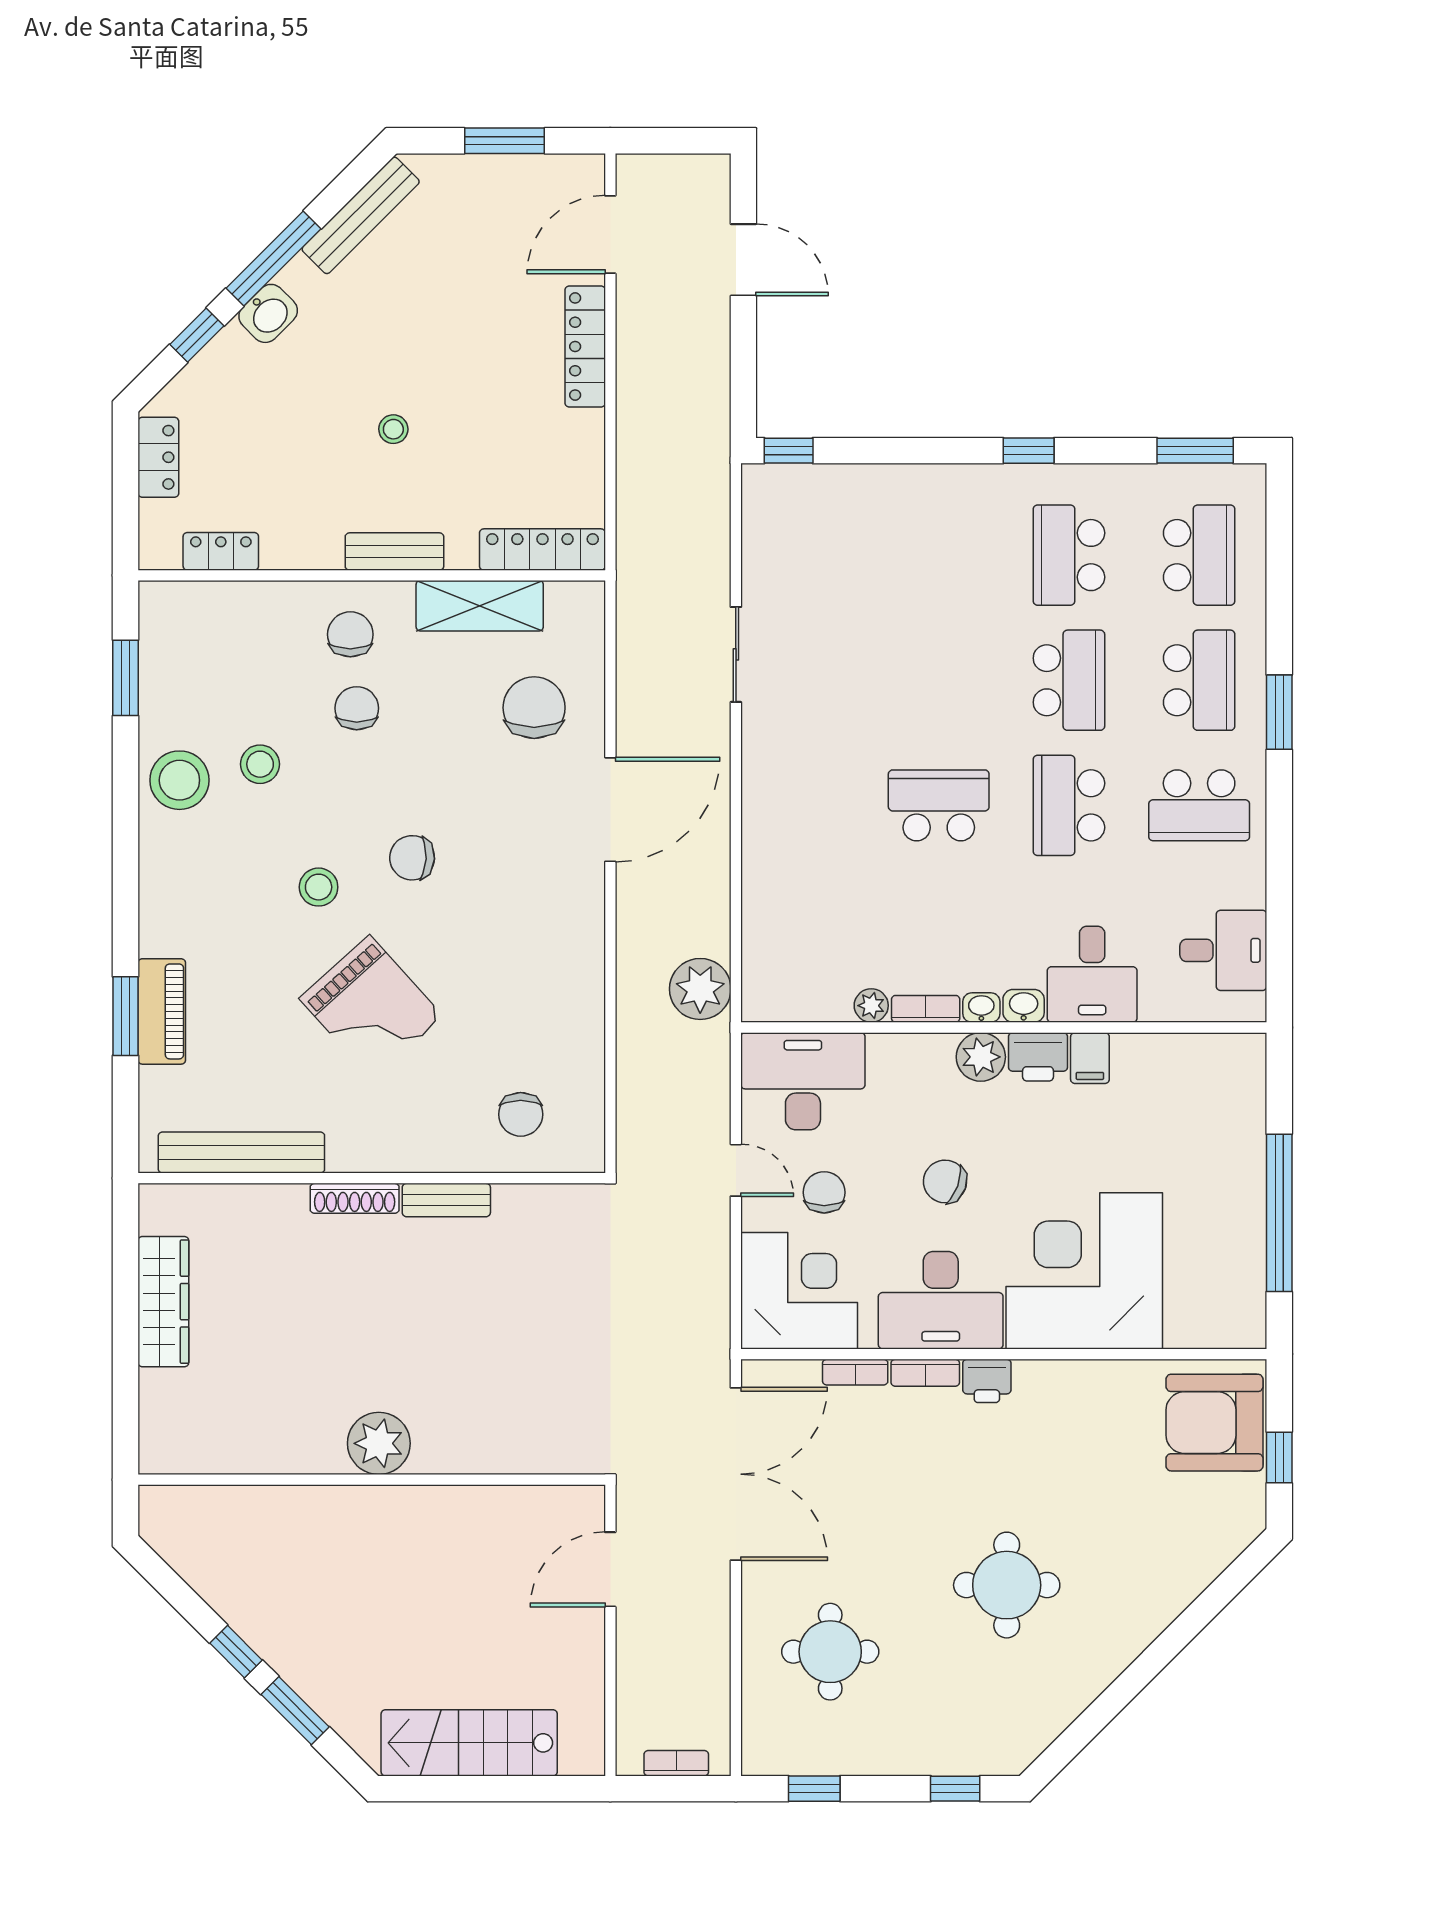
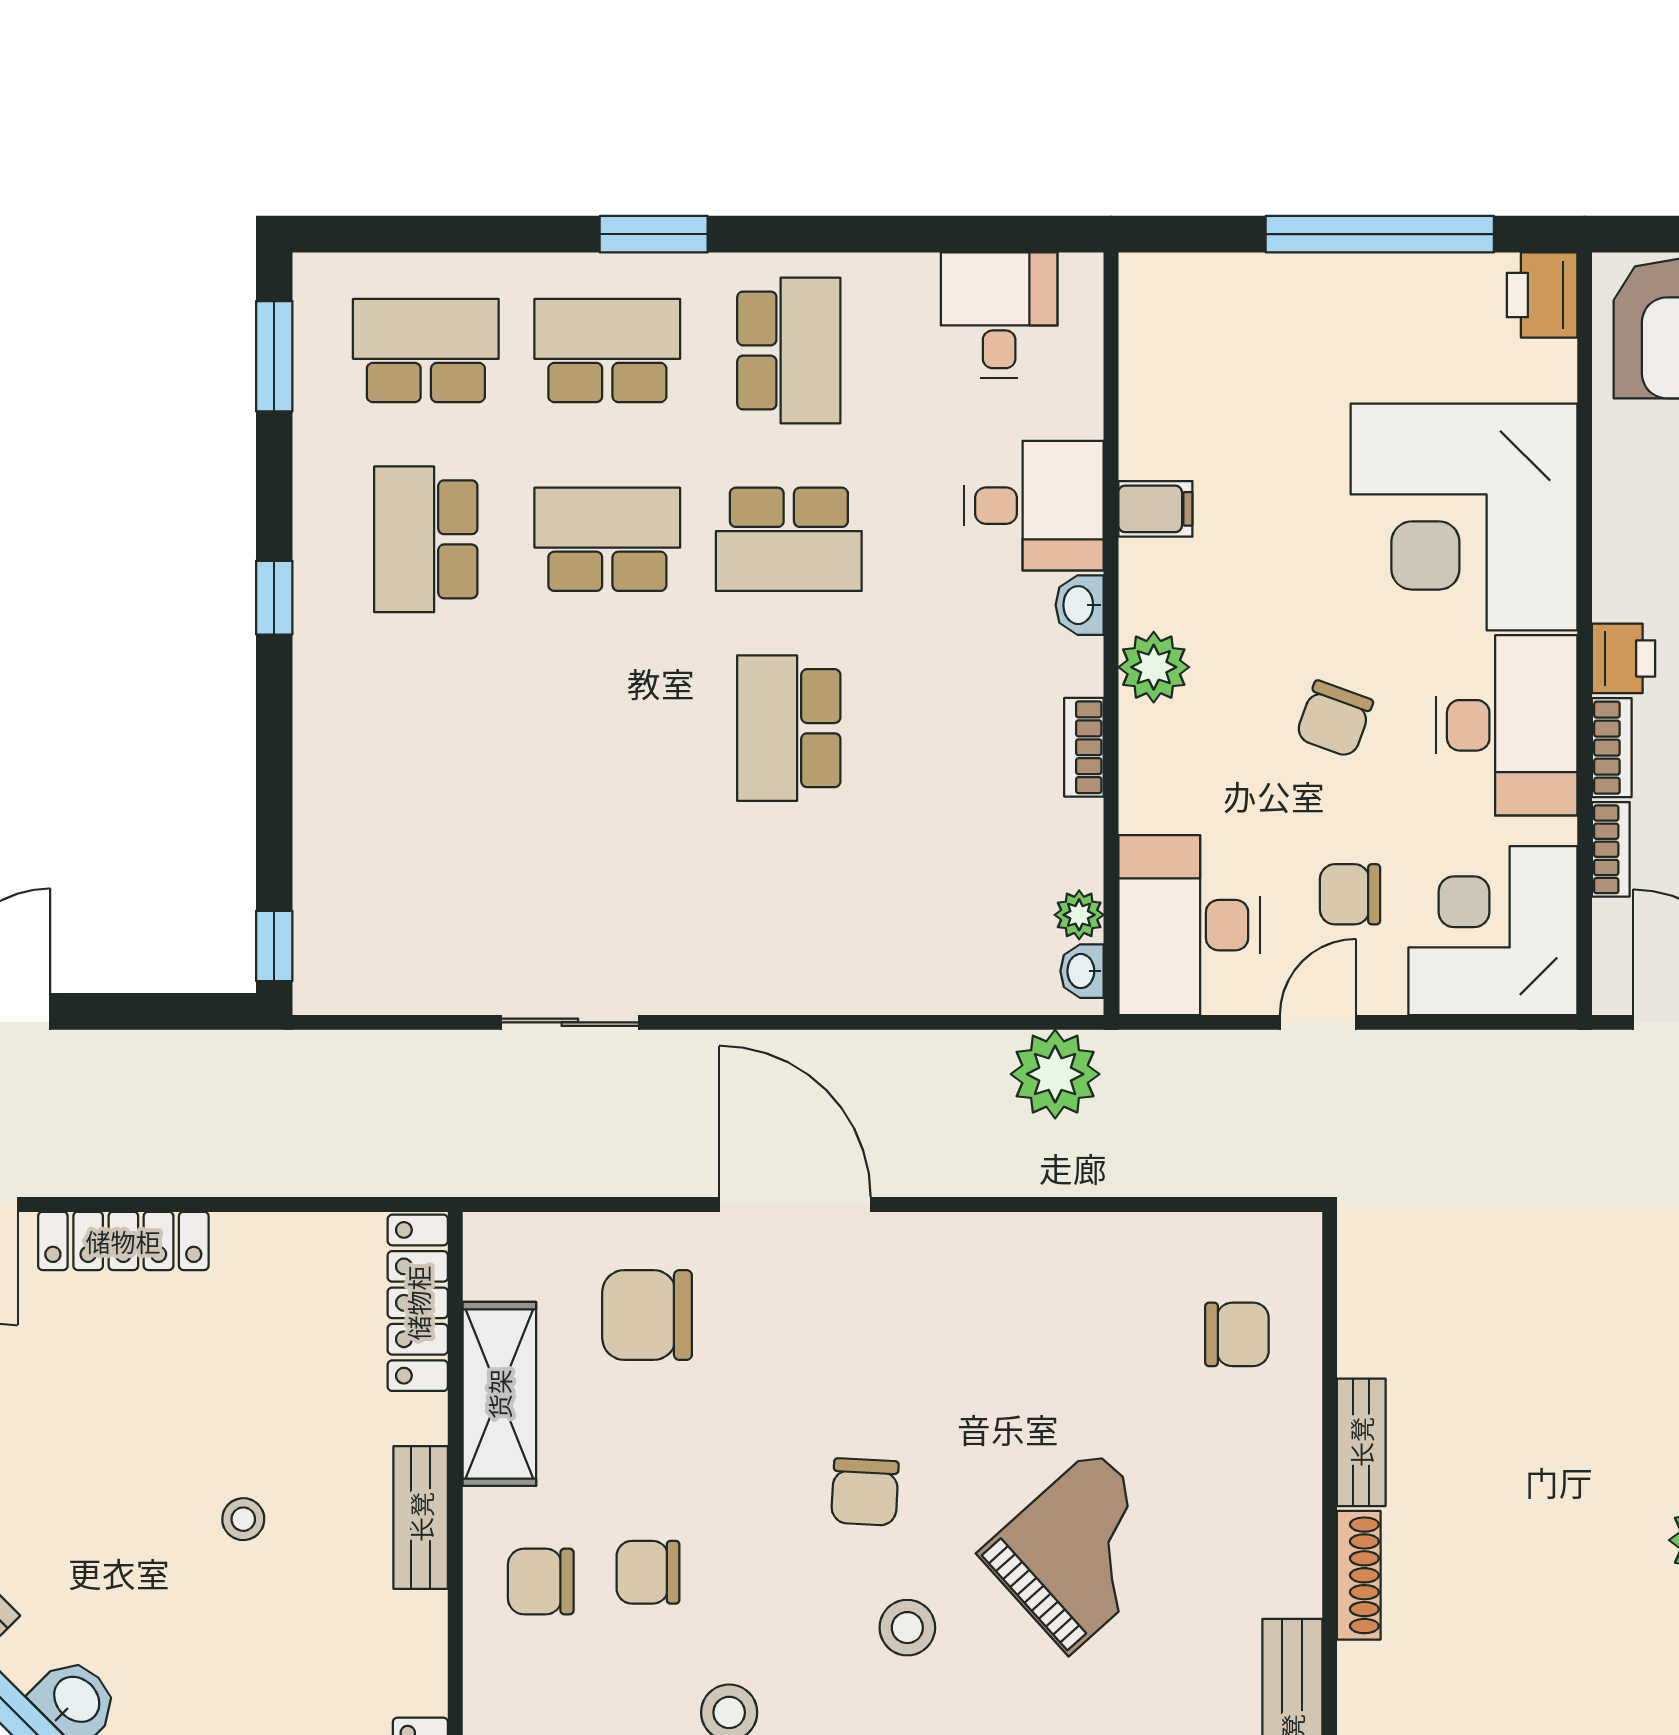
school desk: (1069, 555) -> (426, 539), turned 90
plant: (871, 1006) -> (1079, 915), moved
washbasin: (981, 1008) -> (1082, 971), moved
printer: (1038, 1057) -> (1542, 295), moved, turned 180

